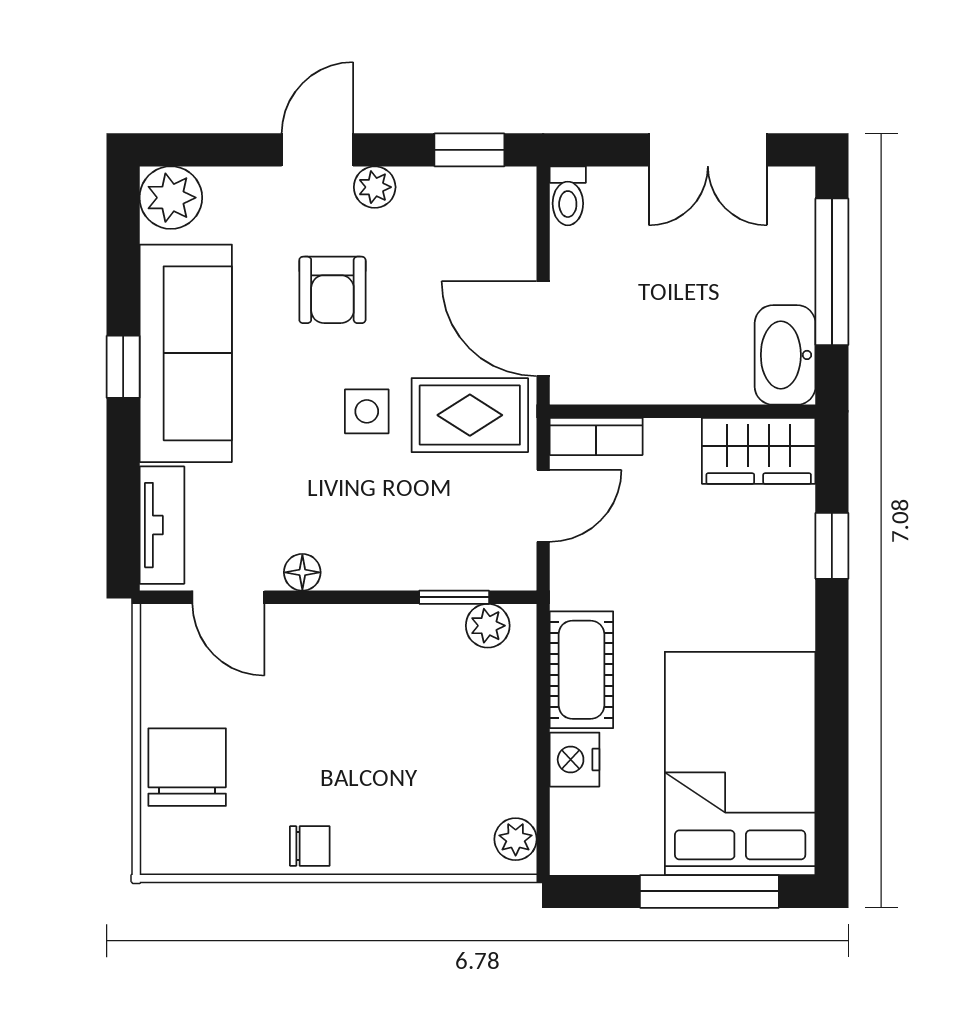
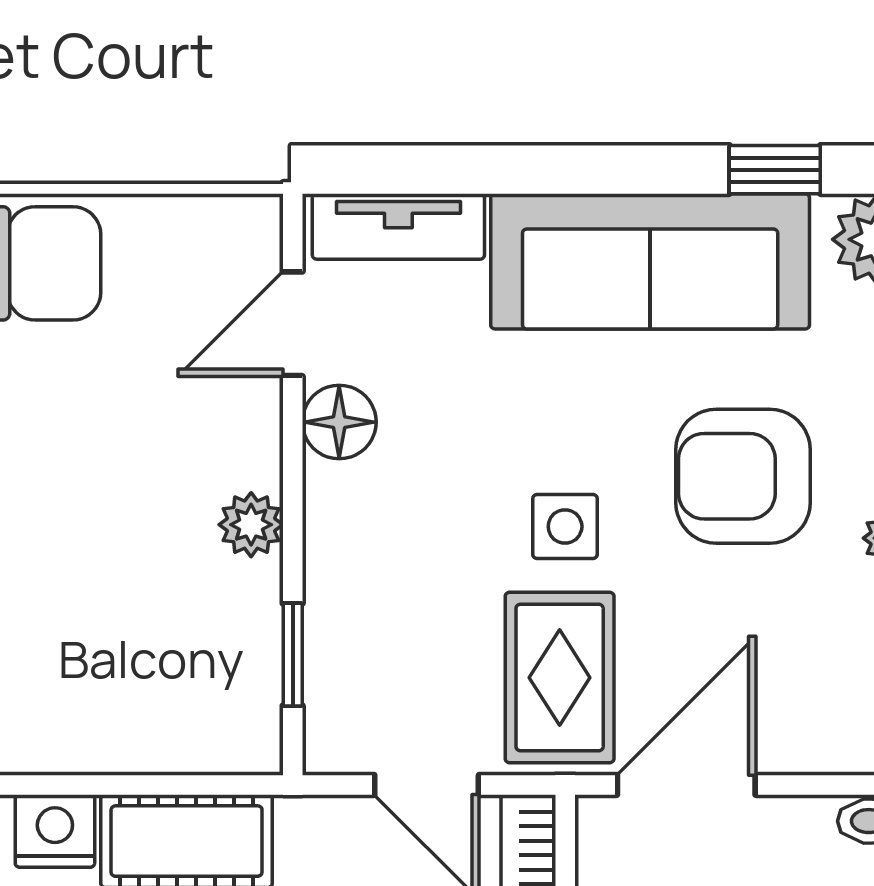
armchair: (332, 290) -> (743, 476), width x1.38, depth x1.38
window: (123, 367) -> (775, 170), moved
floor lamp: (302, 572) -> (339, 422), width x1.37, depth x1.37
plant: (488, 626) -> (251, 525), moved

